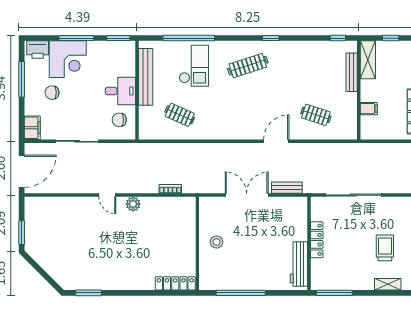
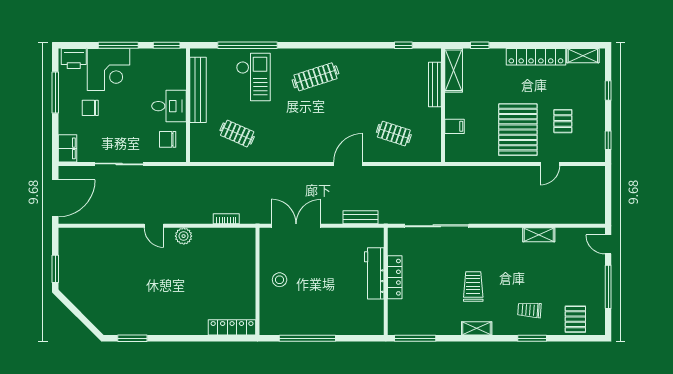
window: (271, 38) -> (342, 45), removed
window: (338, 38) -> (403, 45), moved
double door: (247, 195) -> (296, 226), moved
workbench: (299, 264) -> (374, 273), moved

